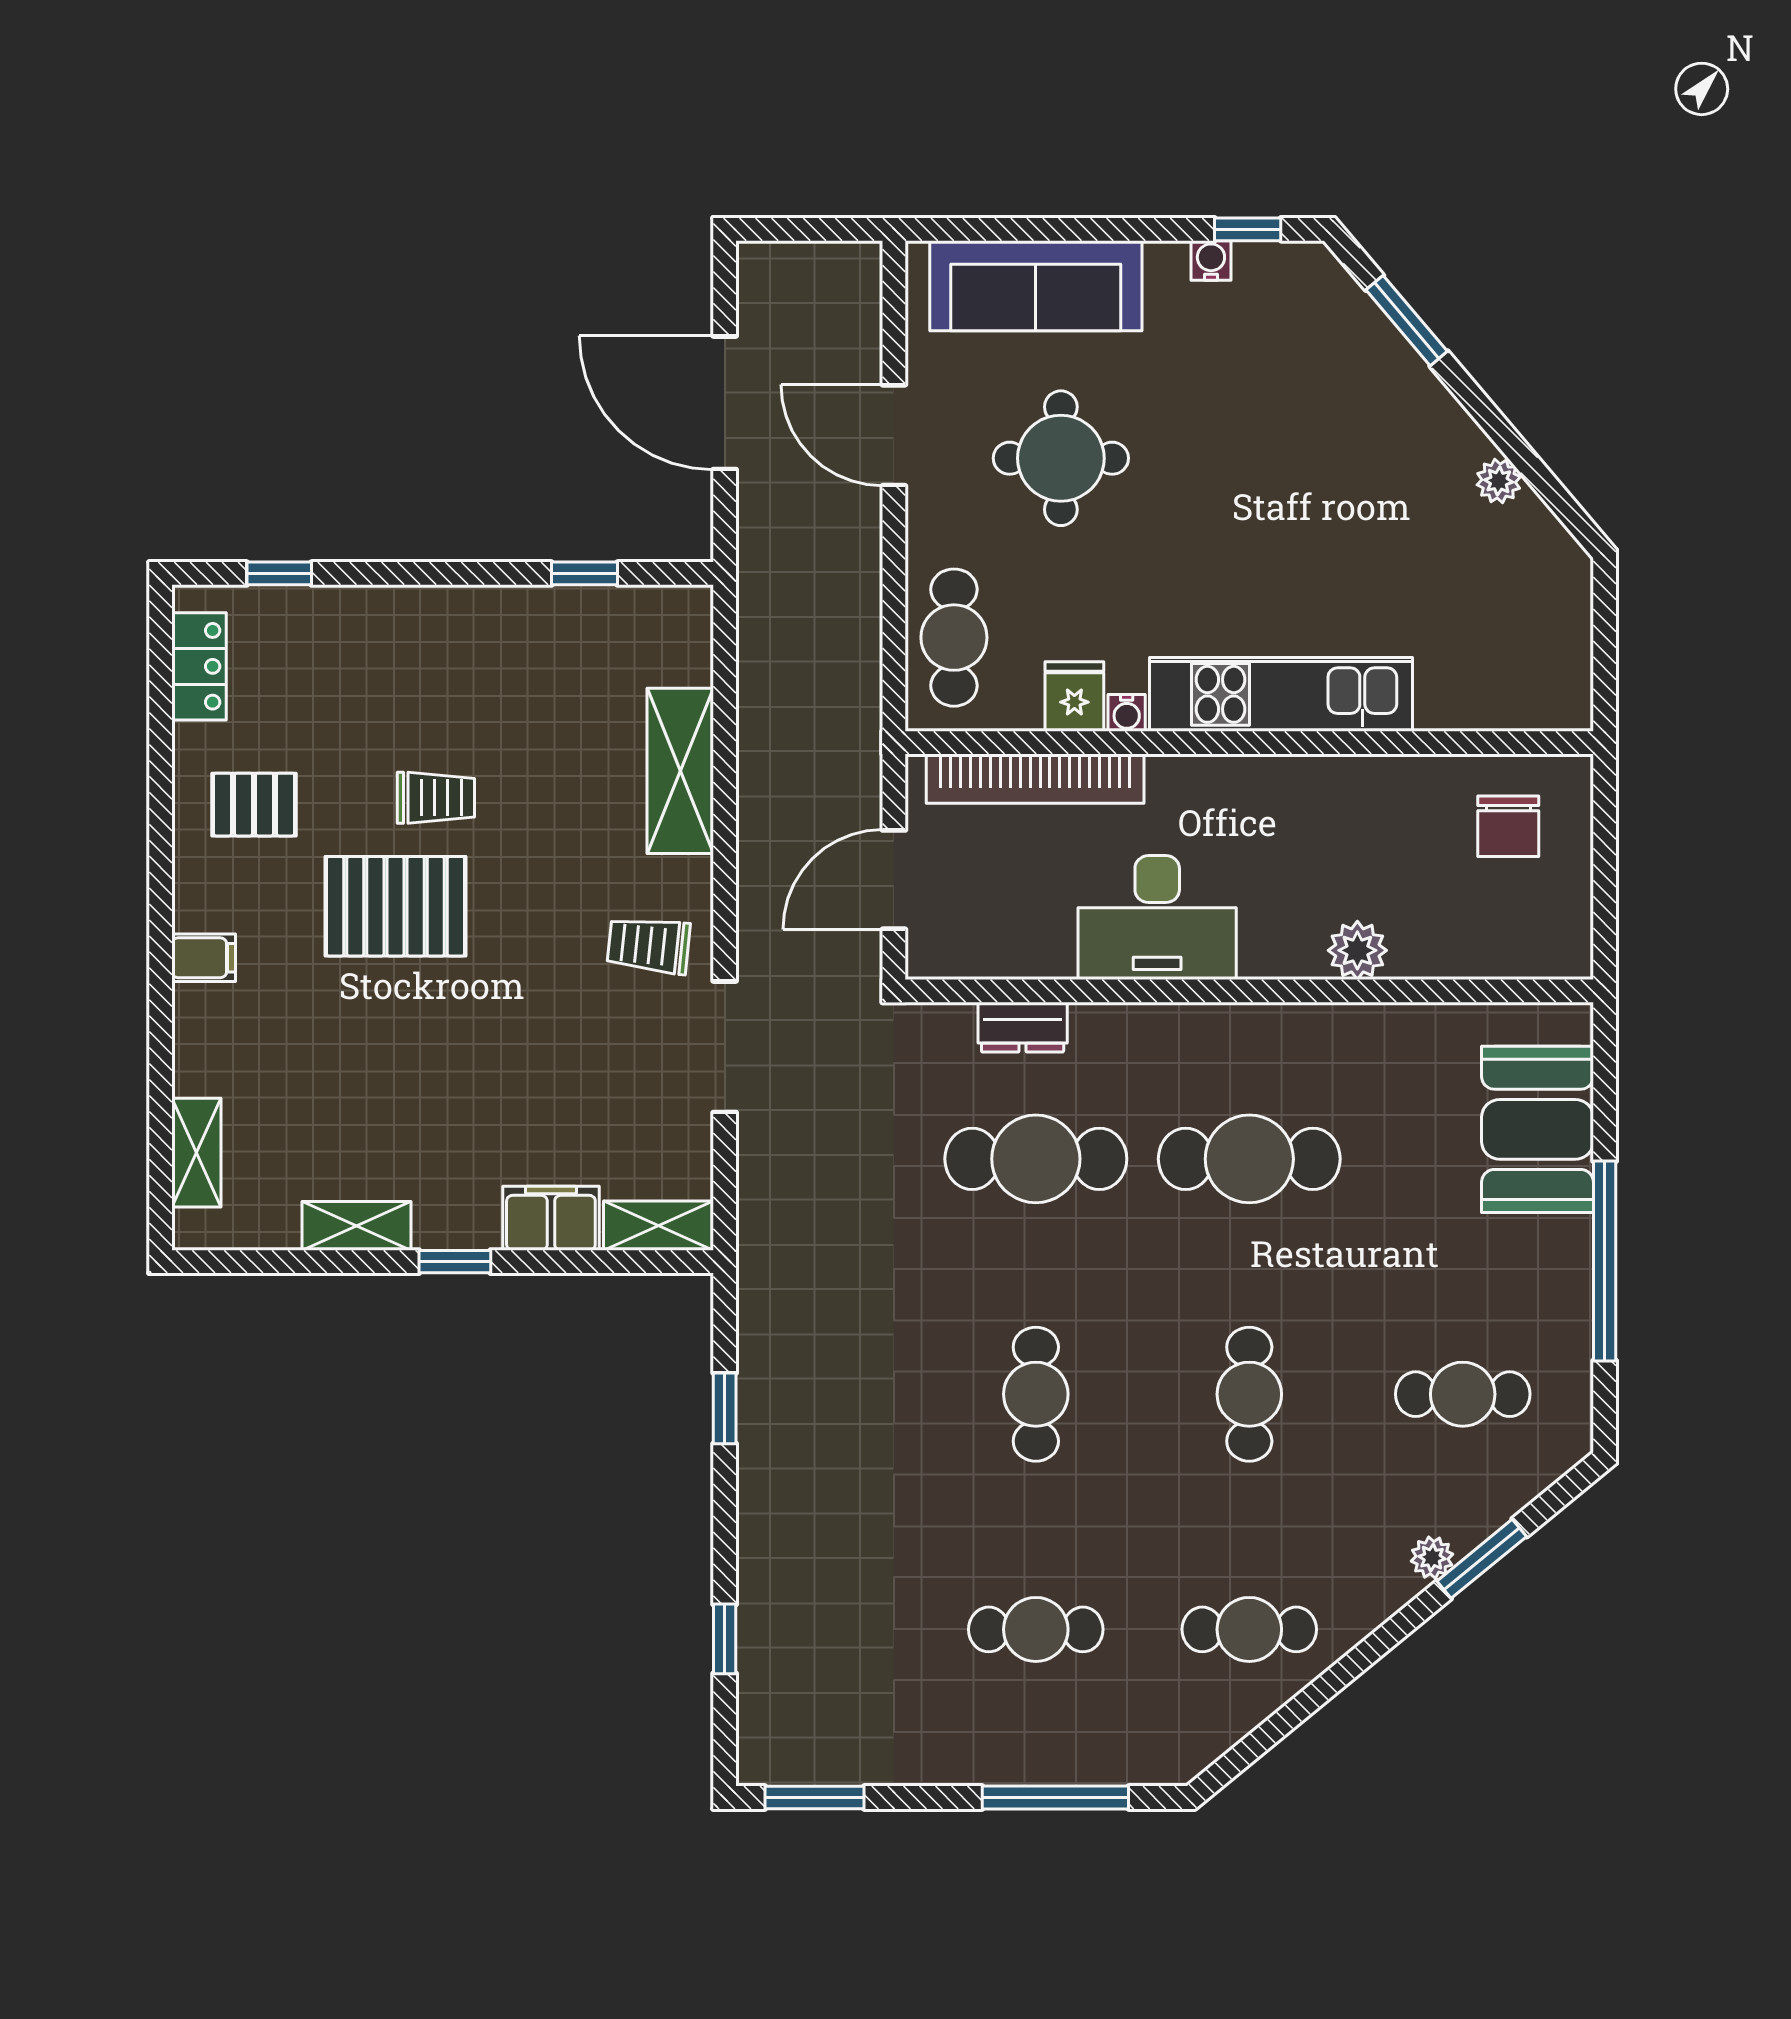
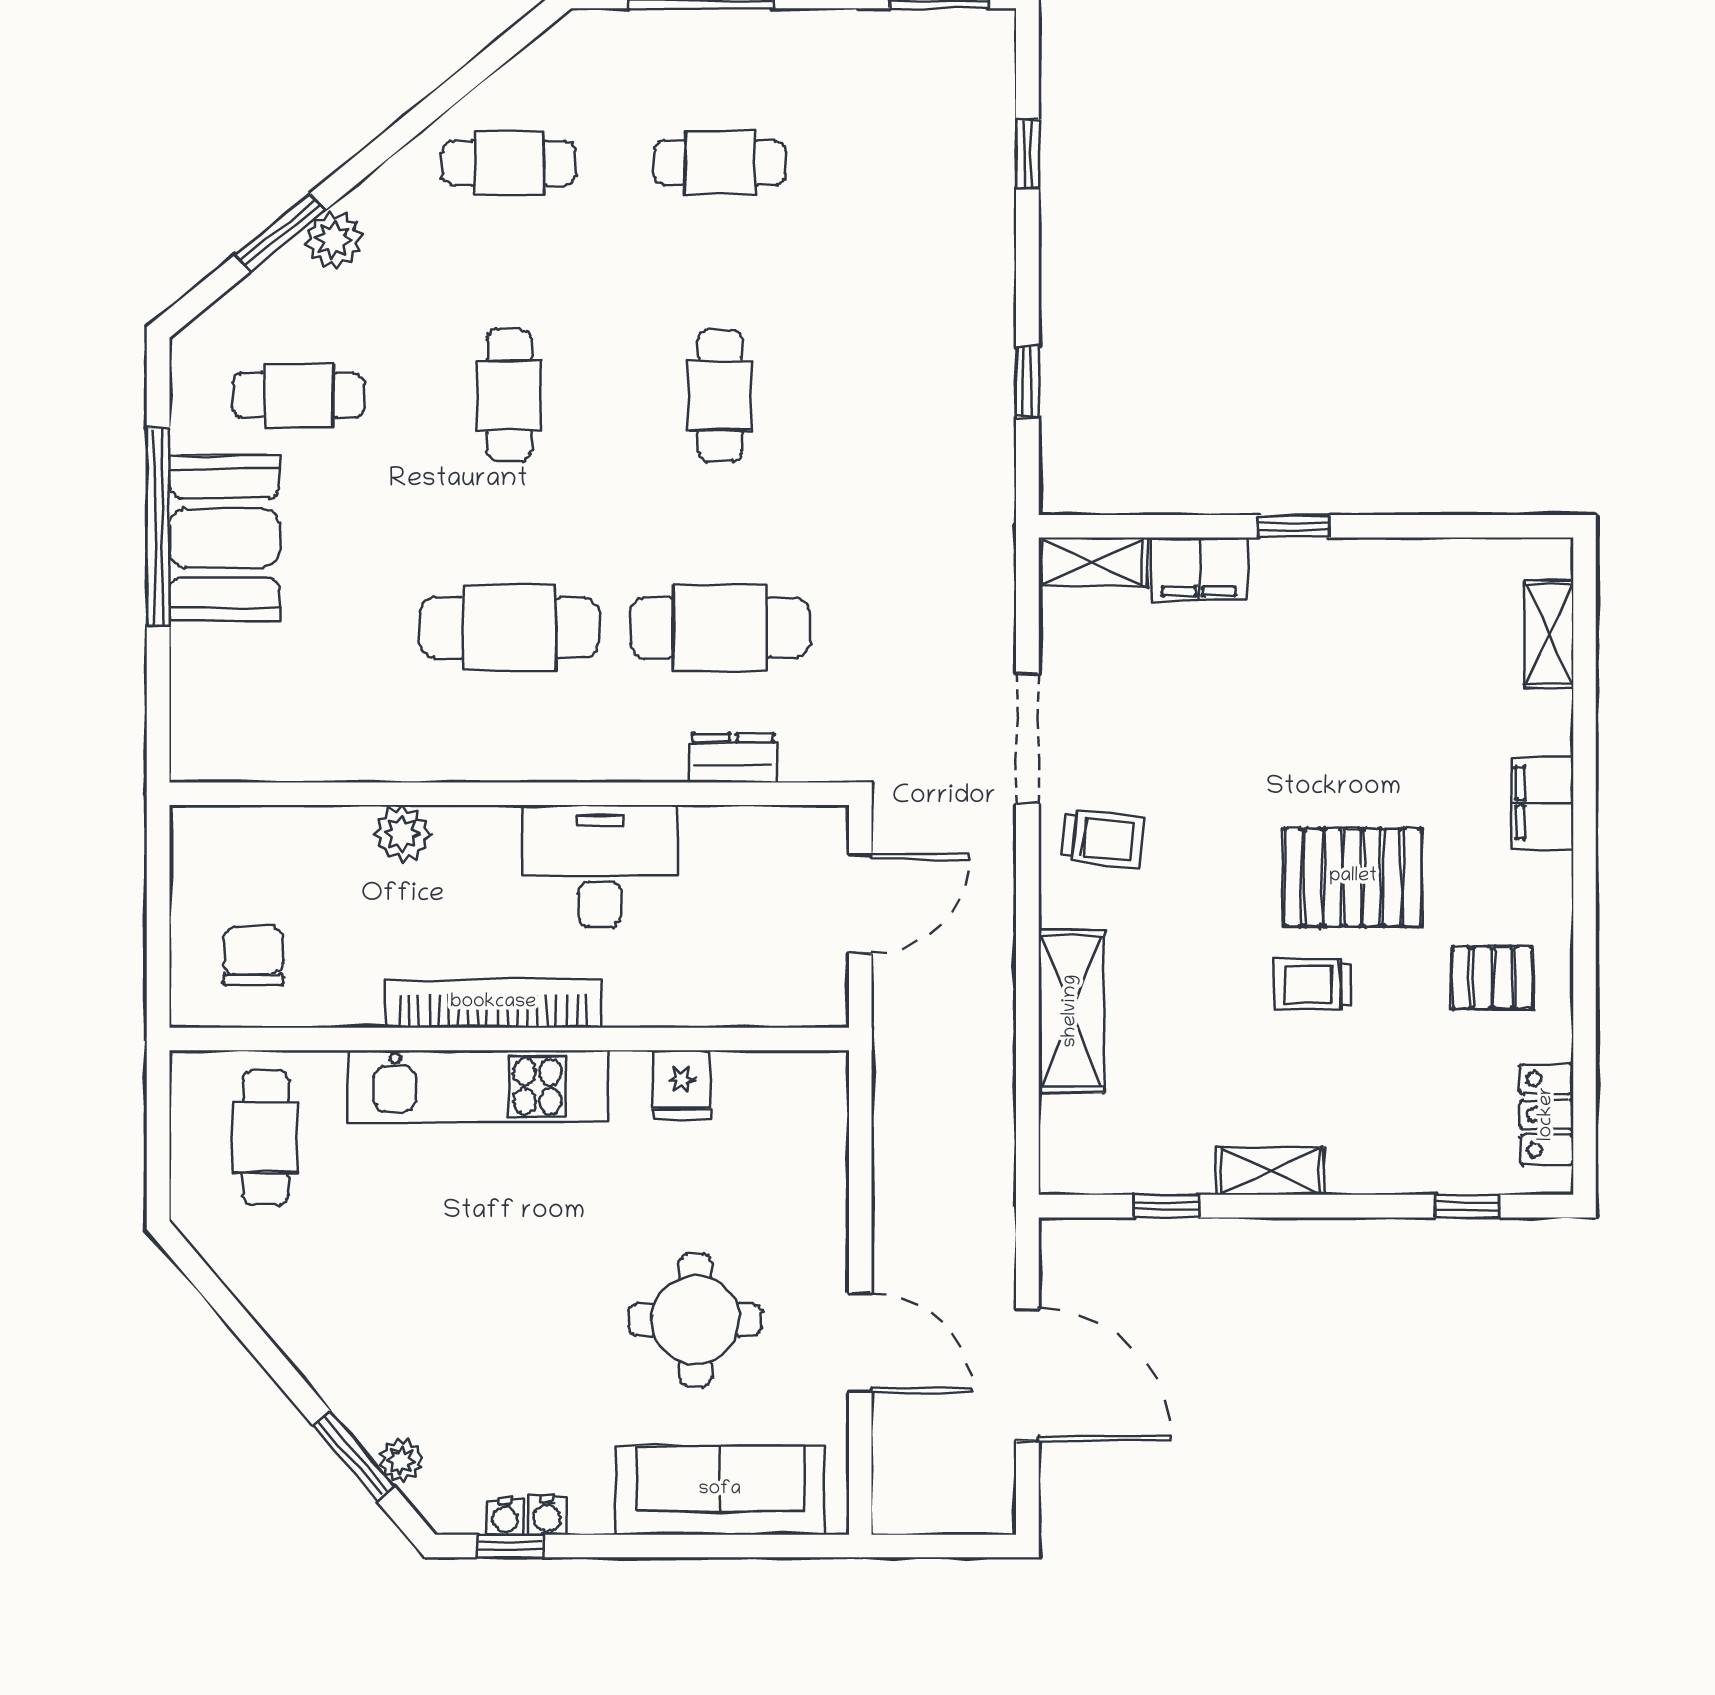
plant: (1499, 481) -> (401, 1461), moved
cafe table: (954, 638) -> (266, 1138), moved
water cooler: (1127, 713) -> (505, 1517), moved, turned 180
bookcase: (1035, 779) -> (493, 1003), moved
filing cabinet: (204, 958) -> (1542, 803), width x2.00
booth: (1538, 1129) -> (224, 538), moved
shelving: (357, 1226) -> (1270, 1171), moved
plant: (1432, 1558) -> (334, 240), width x1.38, depth x1.38

